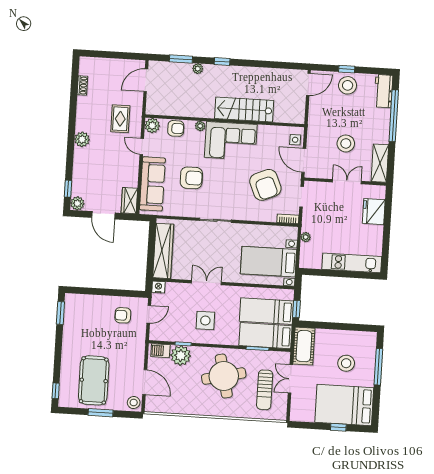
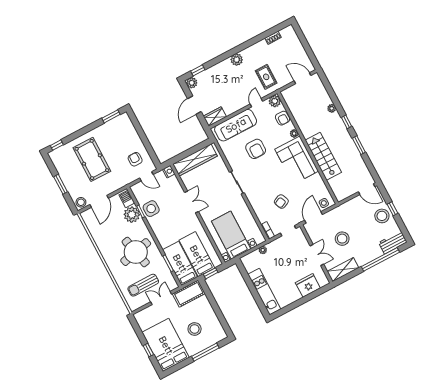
window: (181, 59) -> (359, 145), moved
rug: (120, 119) -> (266, 77), turned 90
armchair: (265, 185) -> (281, 202), width x0.53, depth x0.53
side table: (205, 321) -> (151, 209), moved
pool table: (94, 380) -> (92, 159), moved, turned 90

